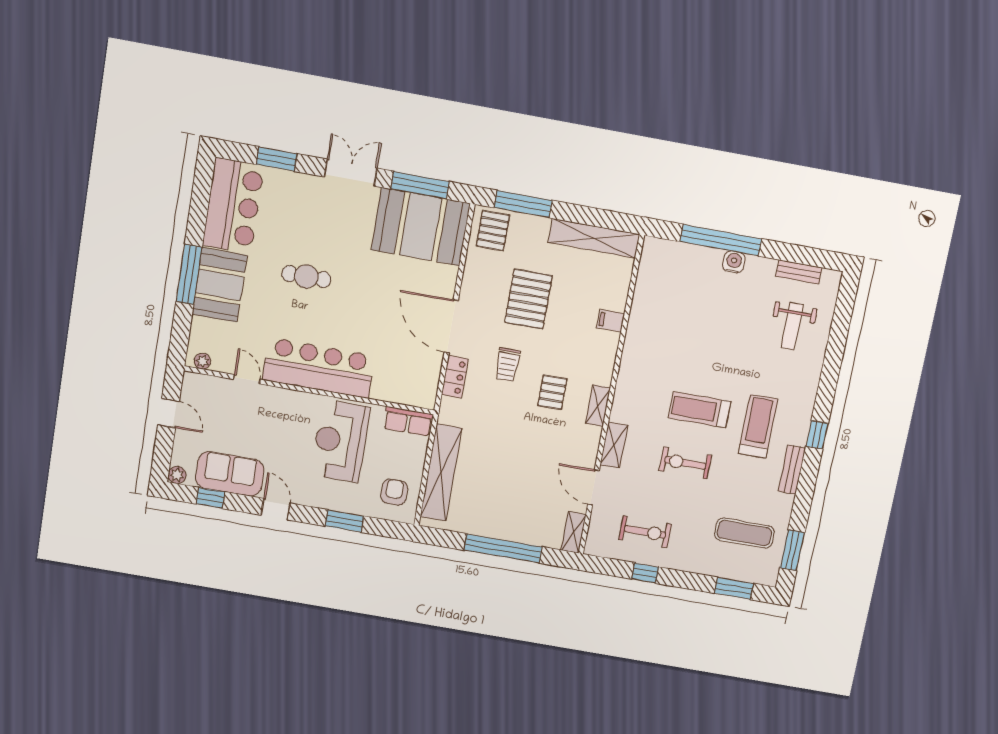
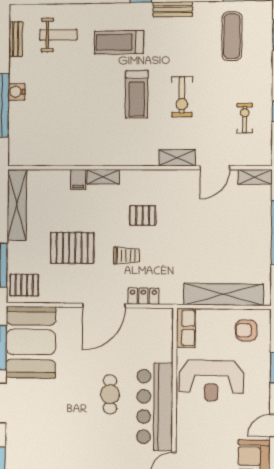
cafe table: (306, 276) -> (110, 394), moved
shelving: (598, 406) -> (103, 177), moved
treadmill: (758, 426) -> (119, 42), moved
exercise bike: (645, 532) -> (245, 118), width x0.73, depth x0.72

